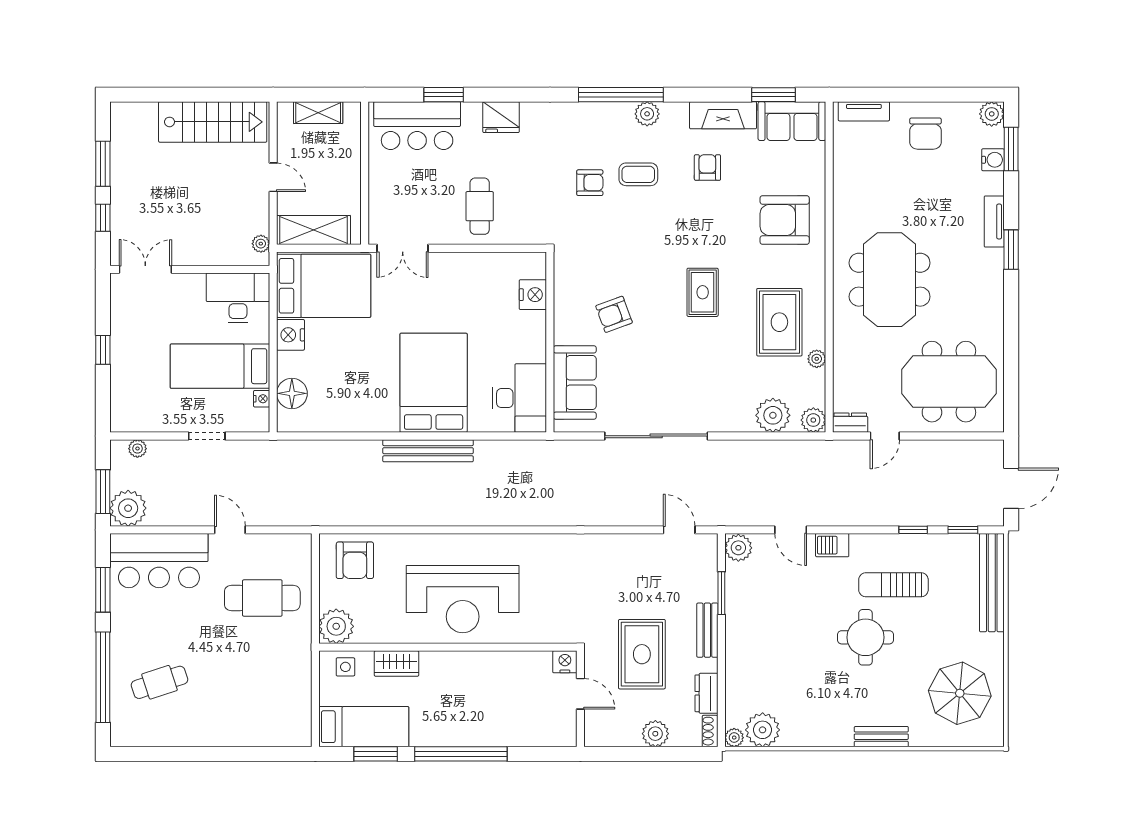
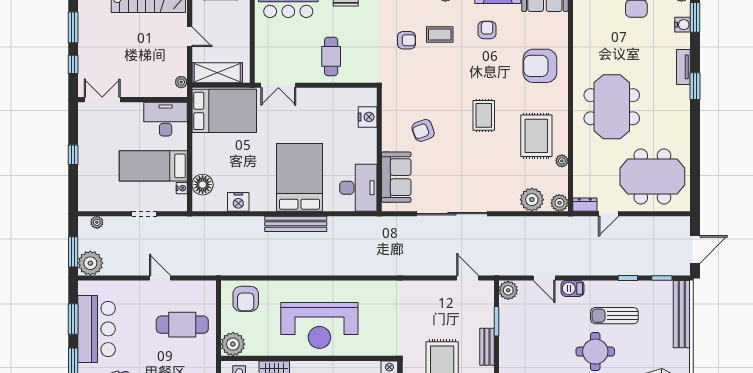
nightstand: (290, 335) -> (238, 202), moved, turned -90
bar counter: (159, 561) -> (97, 329), moved, turned -90

